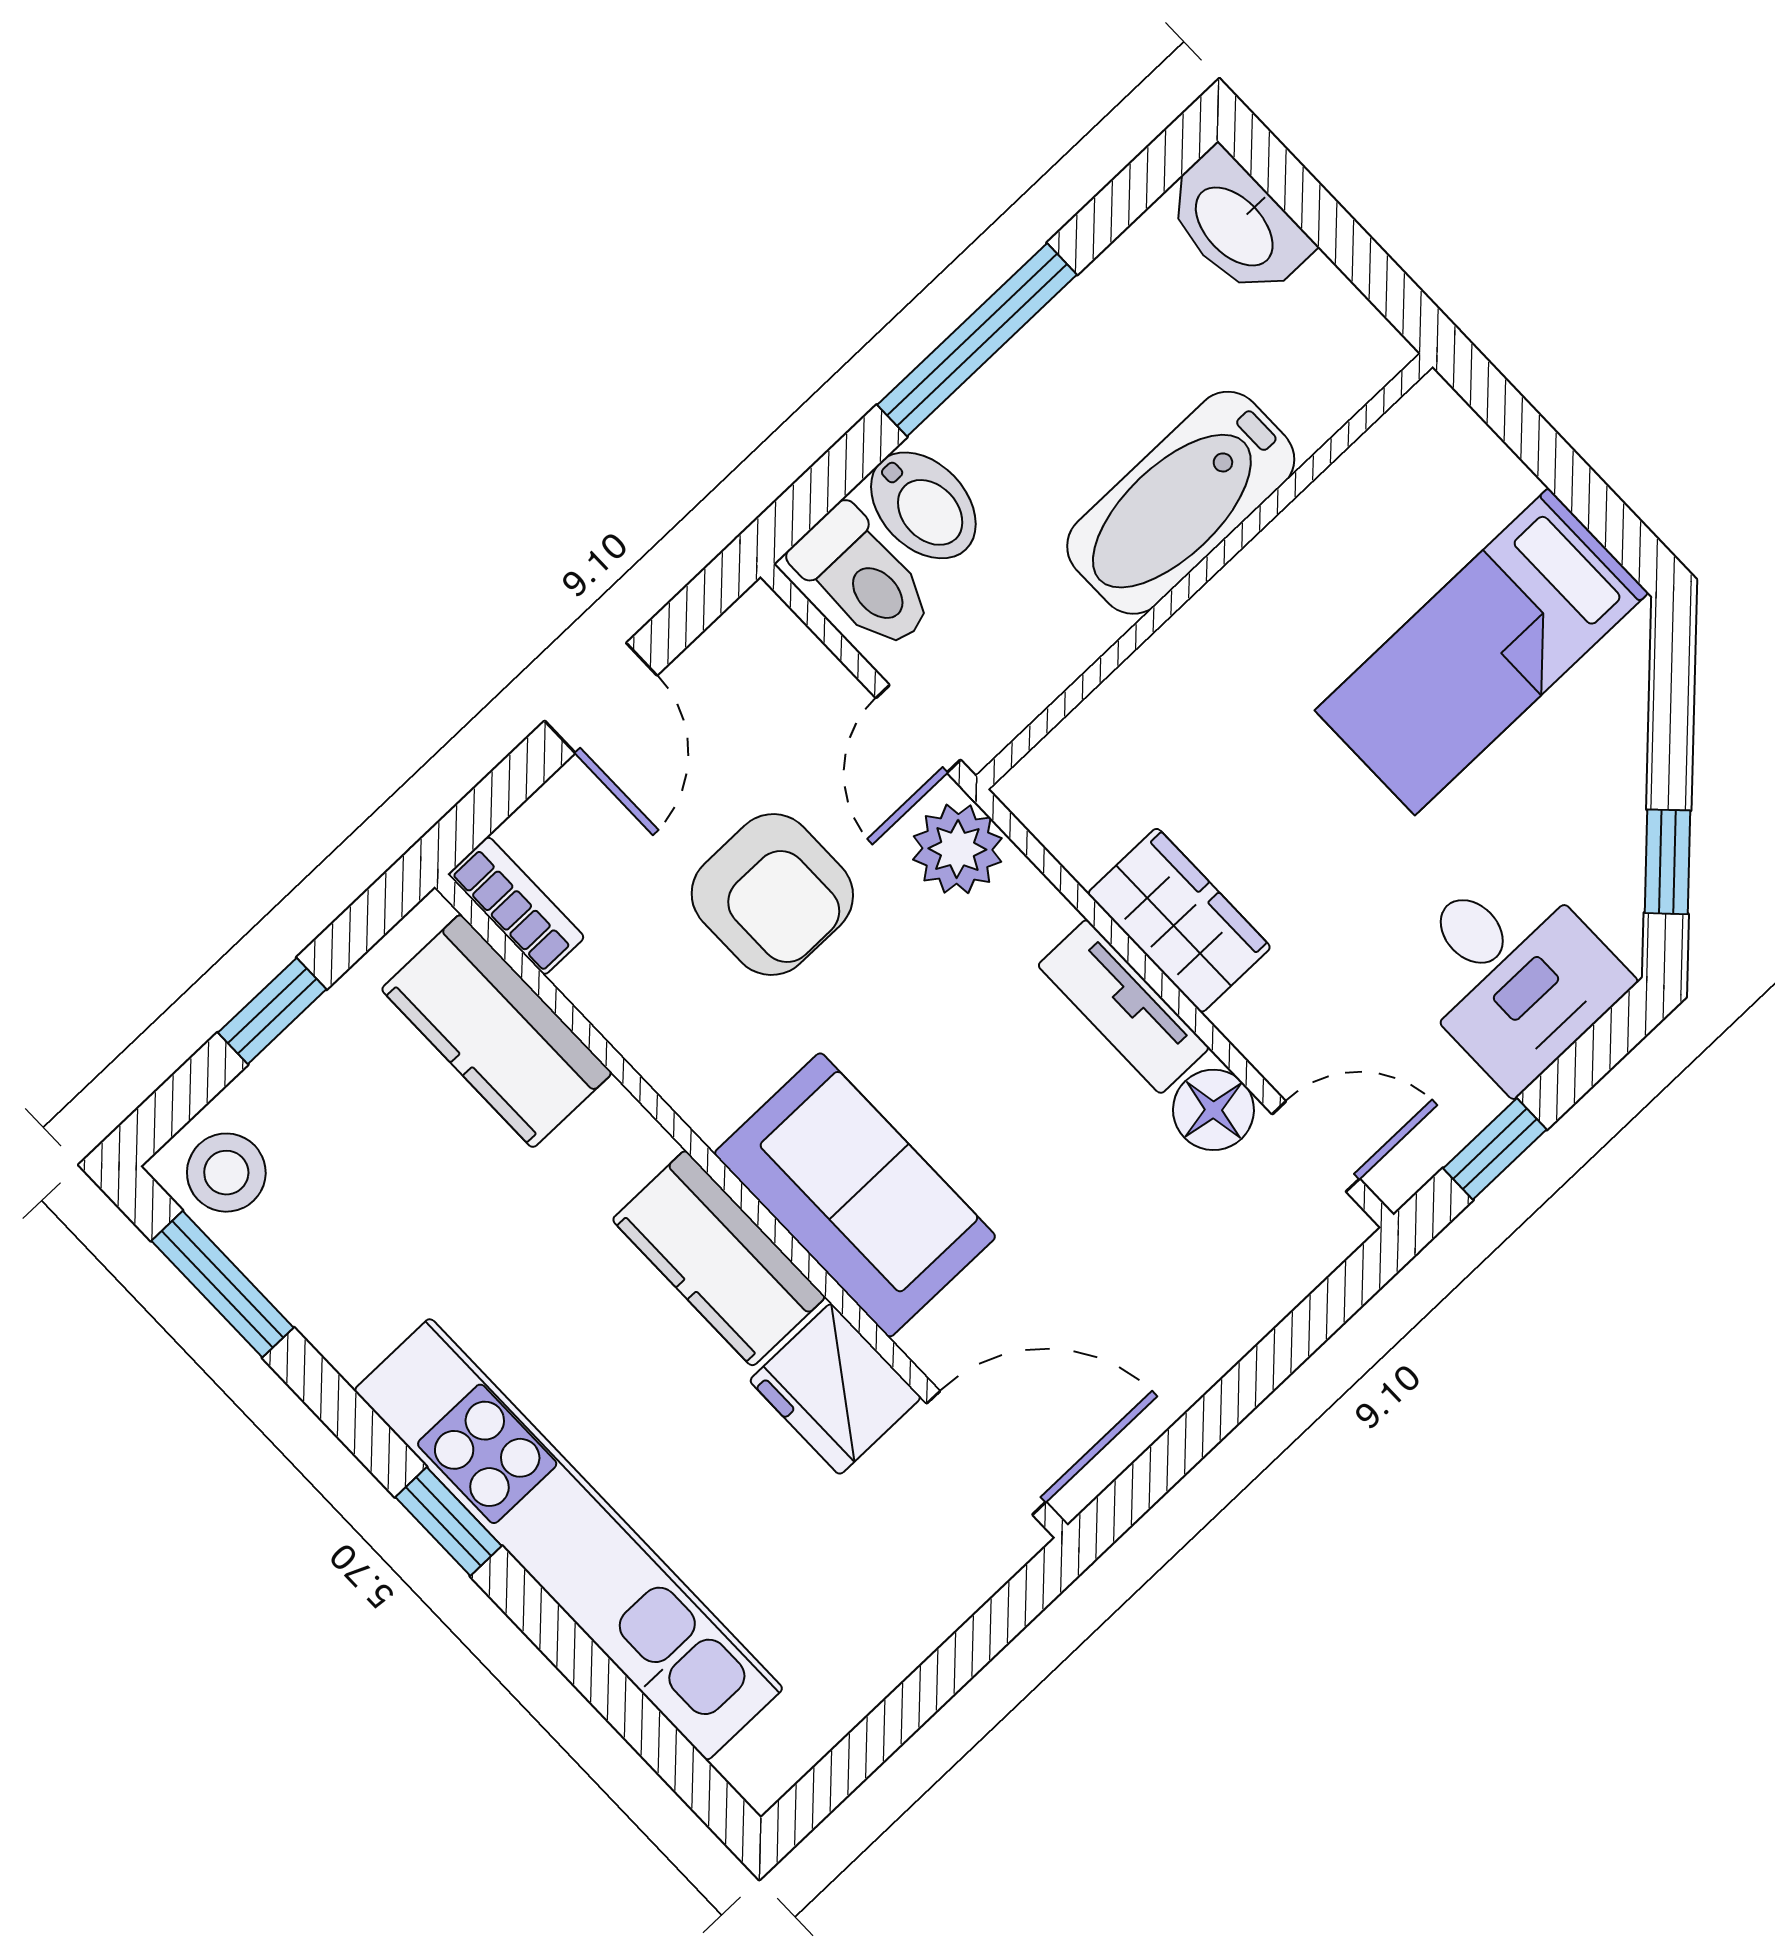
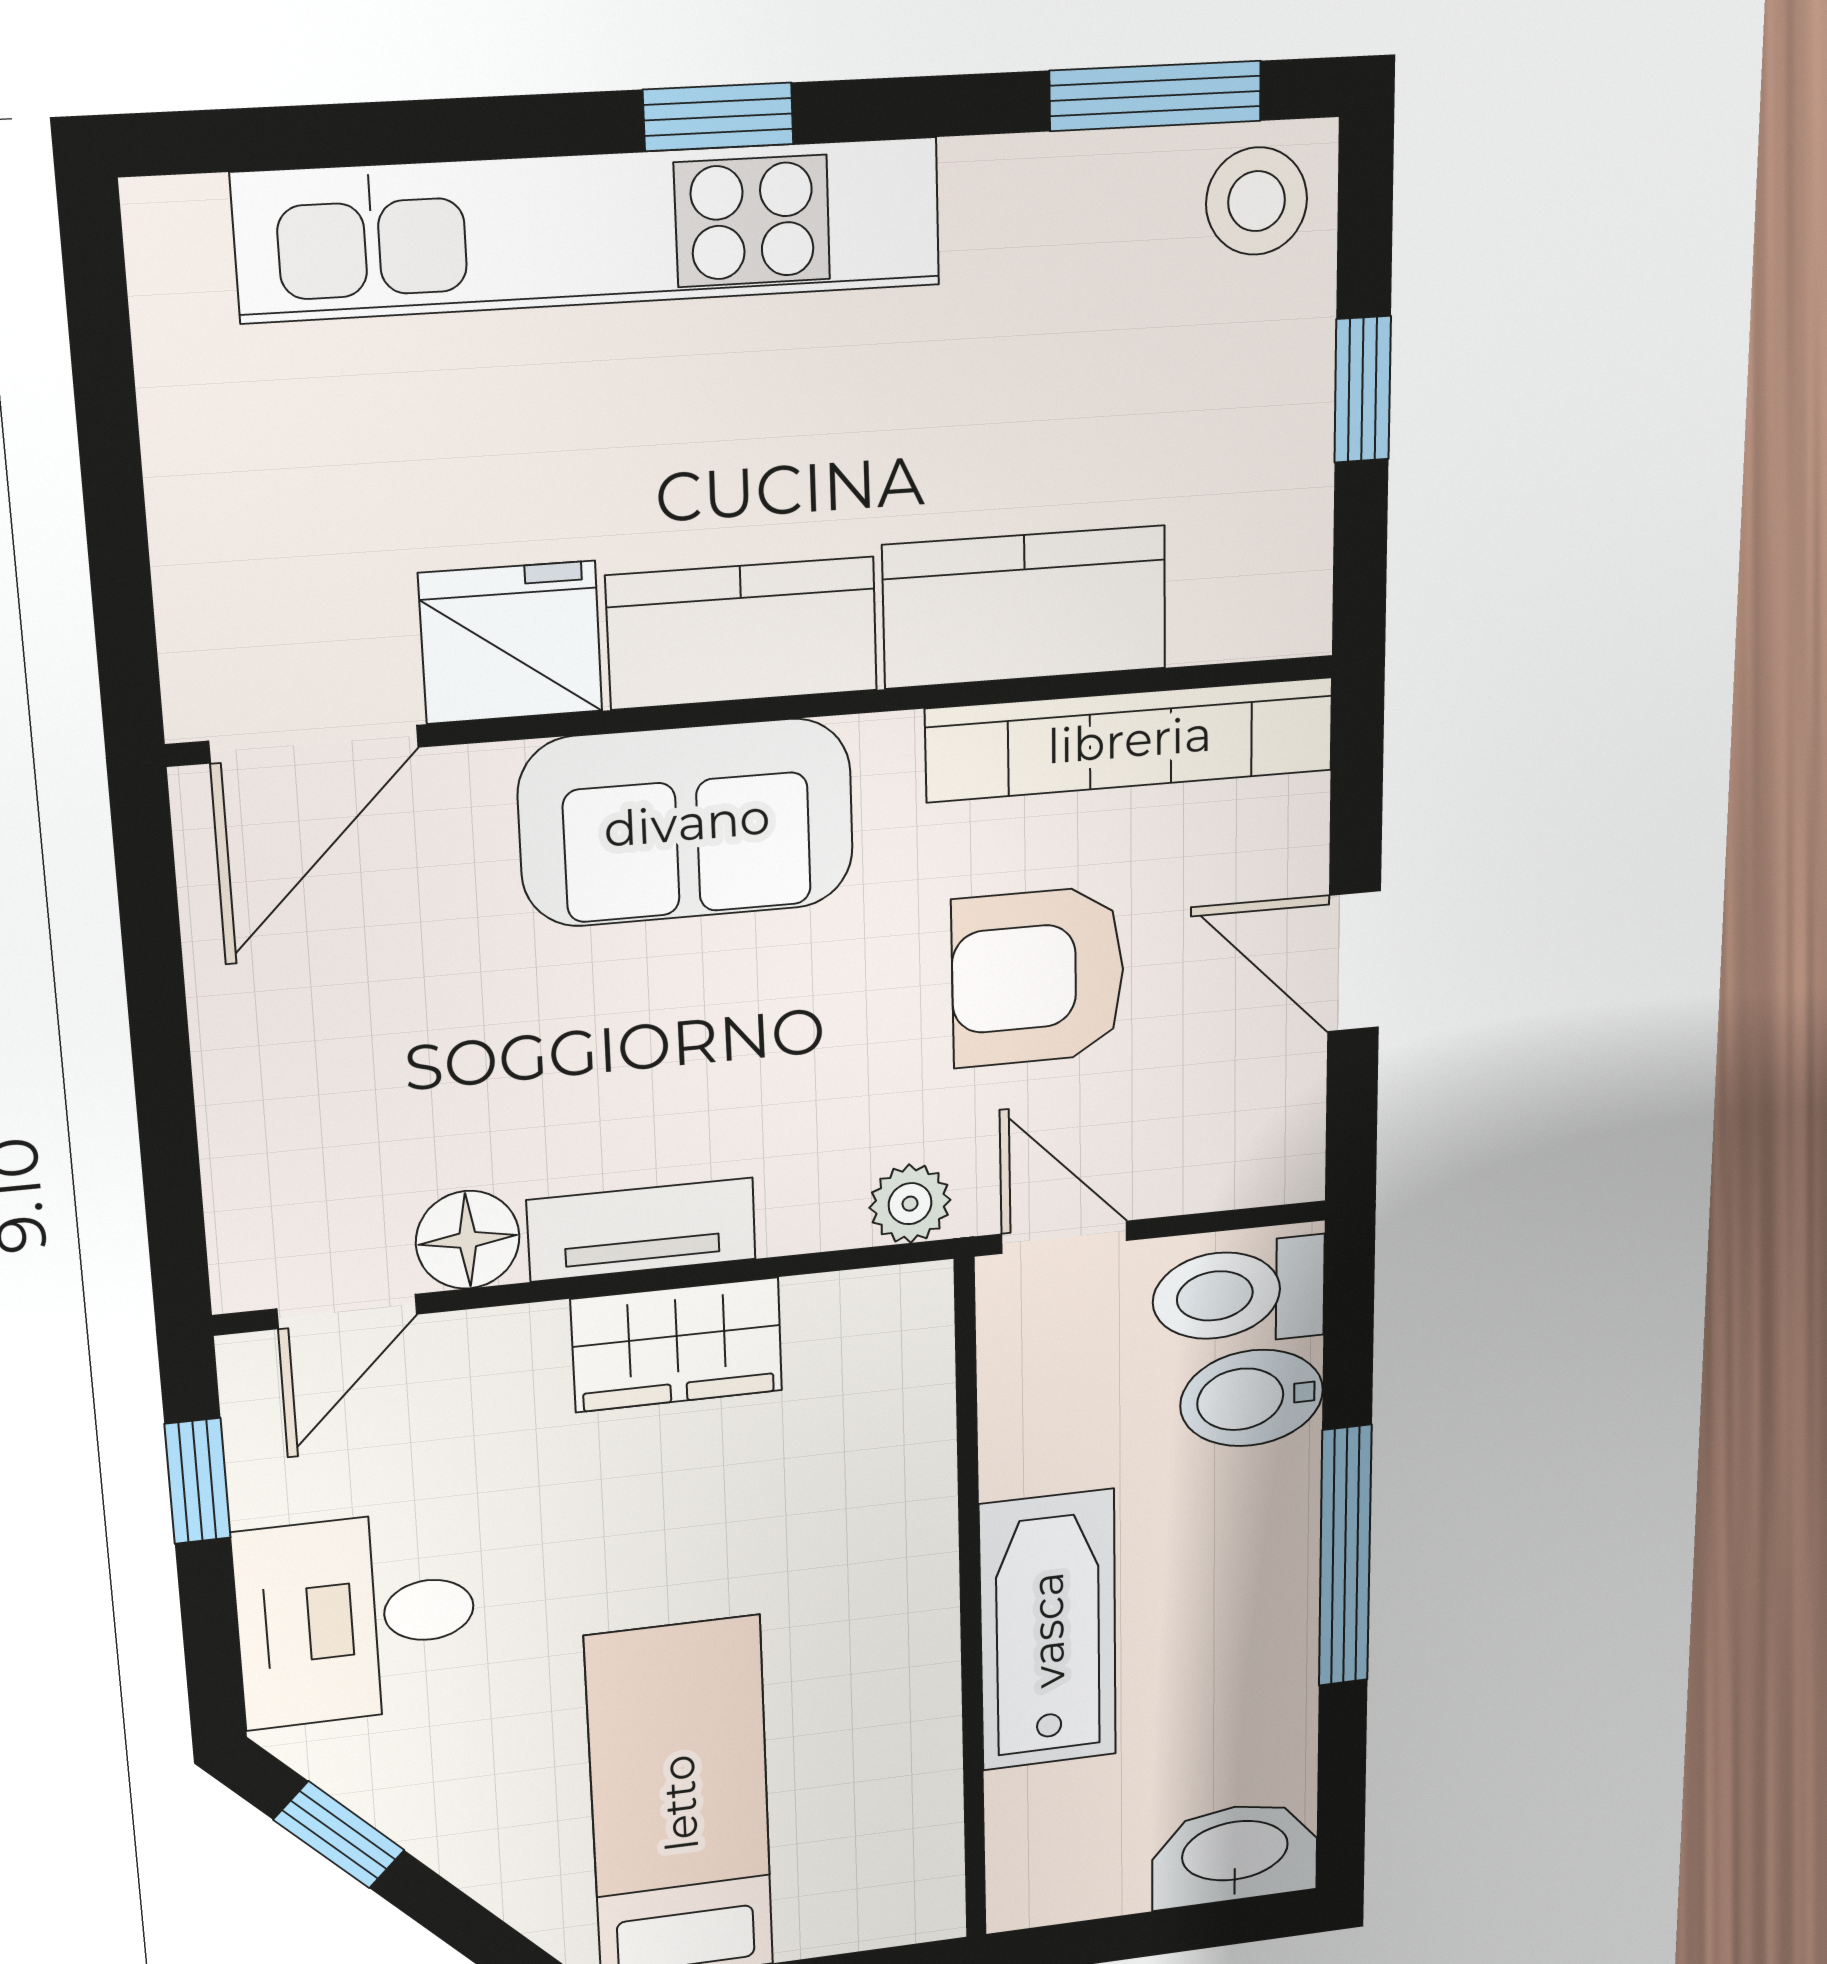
plant: (957, 849) -> (910, 1204), width x0.73, depth x0.73
bookcase: (516, 906) -> (1130, 740), width x2.31, depth x1.31
kitchen counter: (497, 1031) -> (1025, 607), moved

